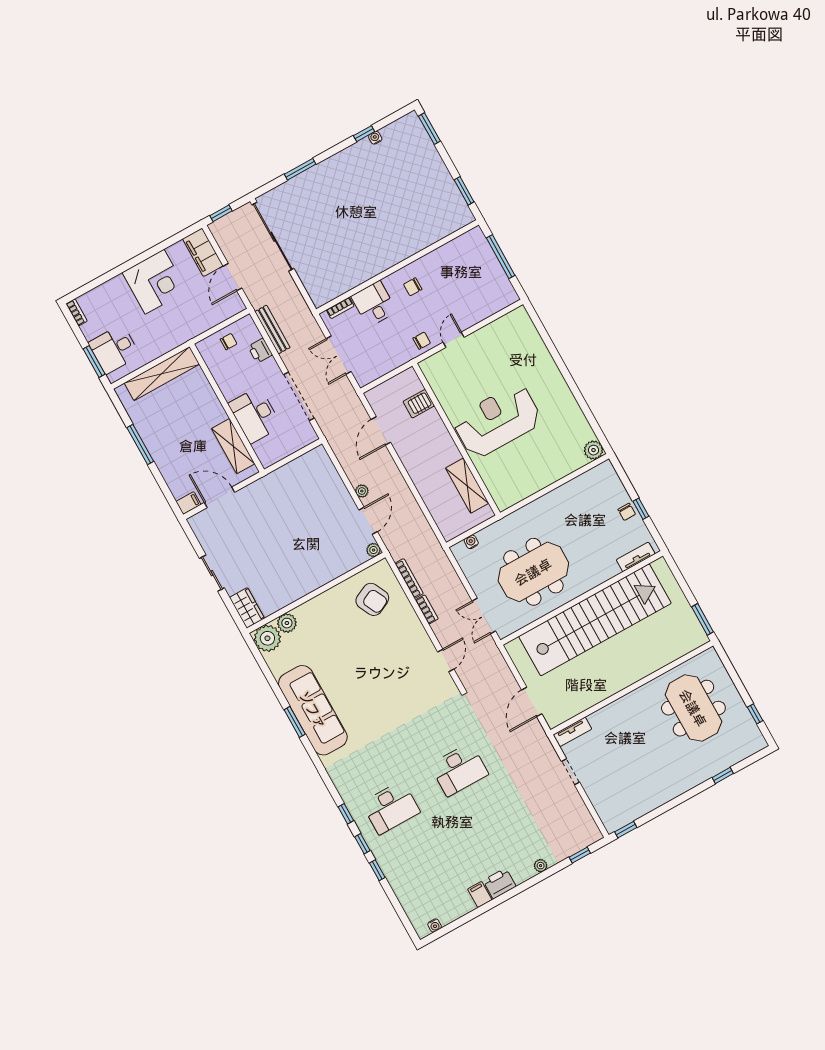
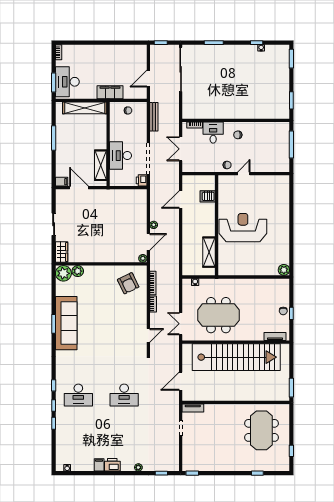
filing cabinet: (203, 252) -> (110, 92), moved, turned 90
corner desk: (155, 282) -> (107, 59), removed
desk: (114, 349) -> (67, 82), width x1.37
printer: (260, 351) -> (142, 180), moved

